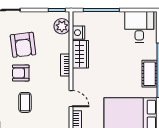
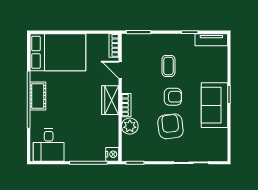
plant: (62, 26) -> (130, 126), moved
nightstand: (79, 33) -> (112, 154), moved
wardrobe: (80, 54) -> (110, 100), moved

